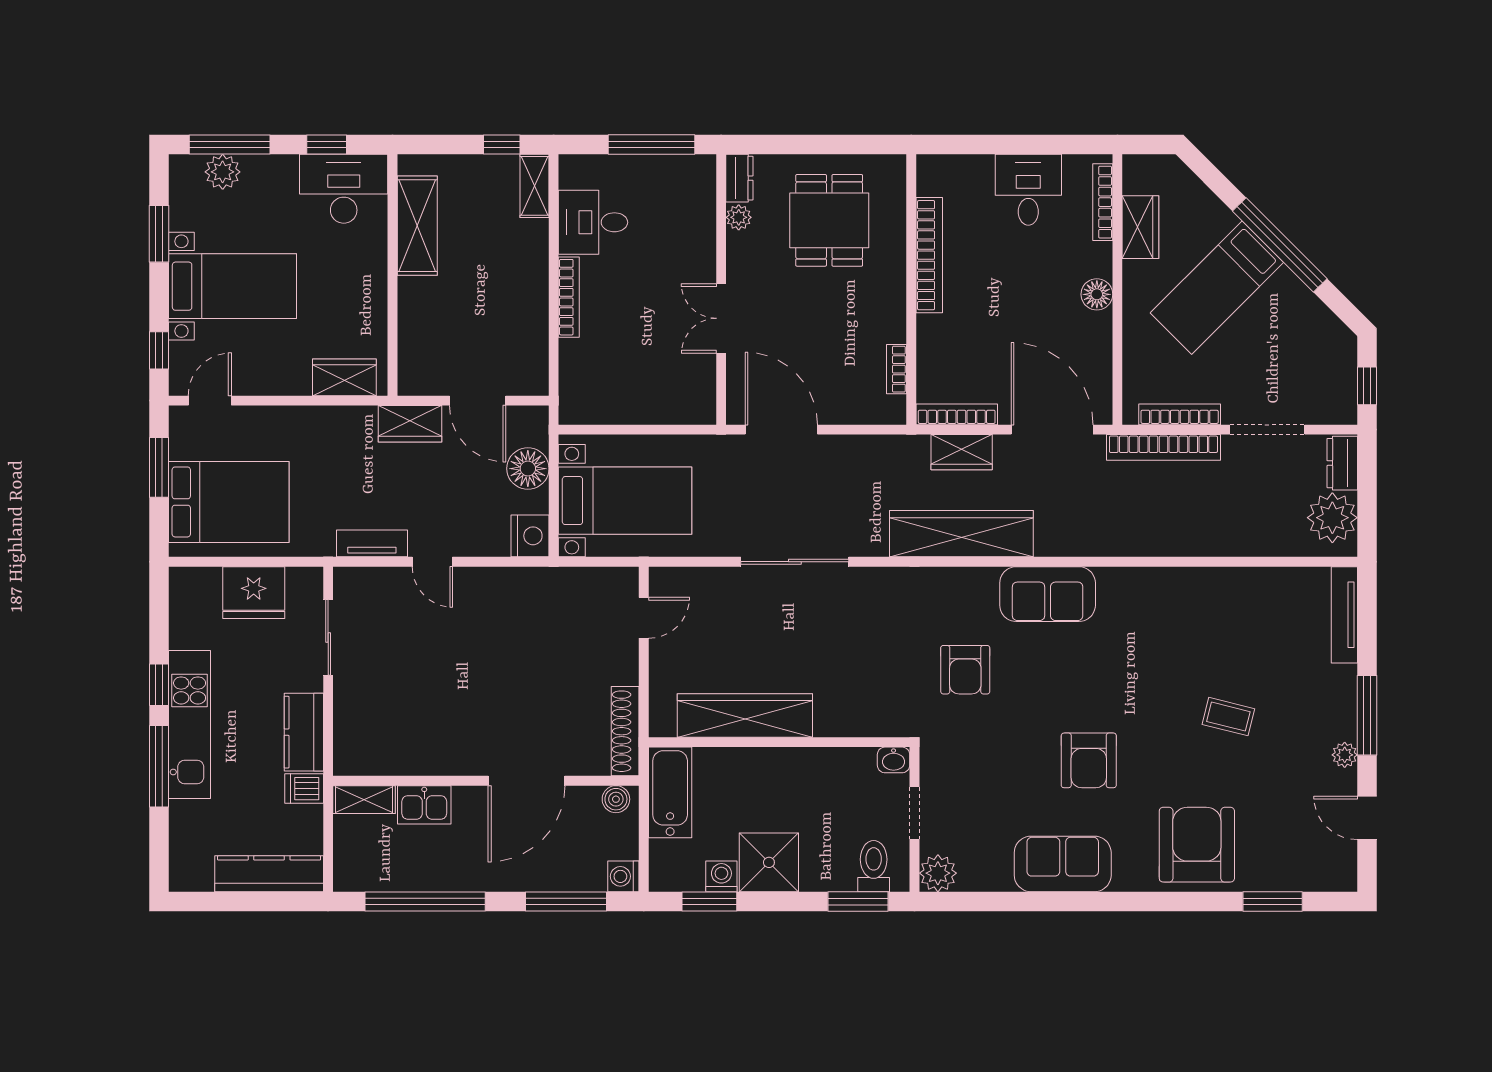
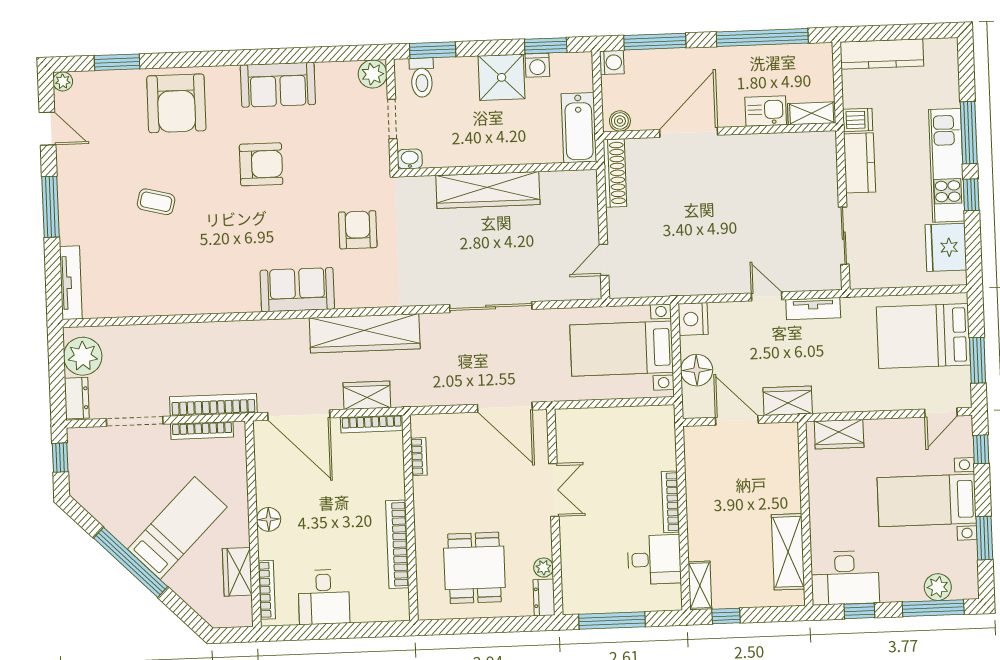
fridge: (254, 593) -> (946, 247), moved, turned -90
wardrobe: (745, 715) -> (488, 190), moved
plant: (1345, 755) -> (63, 81), moved
armchair: (1089, 760) -> (261, 164), turned 90

